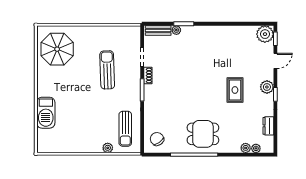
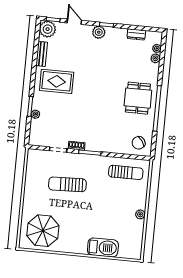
bench: (158, 30) -> (42, 54), moved
rug: (235, 90) -> (57, 81), moved, width x1.36, depth x1.43
plant: (108, 148) -> (140, 214), moved

